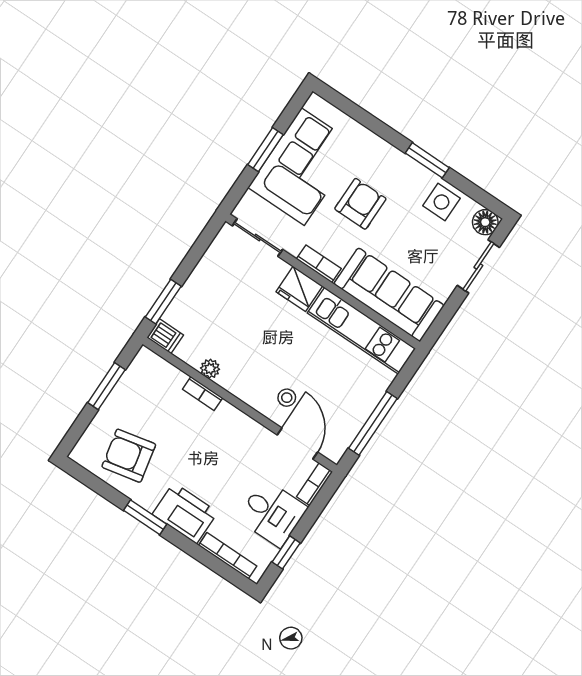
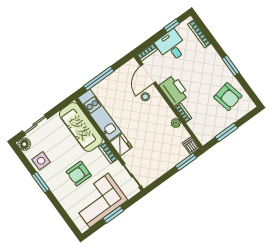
window: (373, 423) -> (99, 79), moved
printer: (185, 513) -> (174, 90), moved, turned 180

